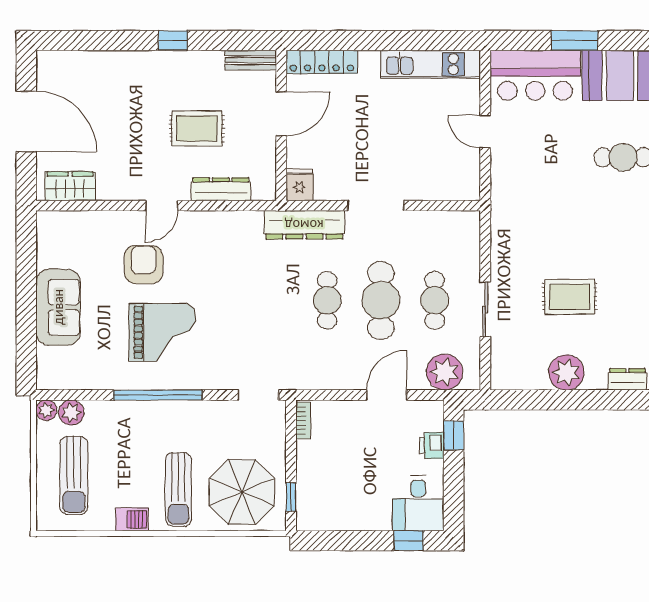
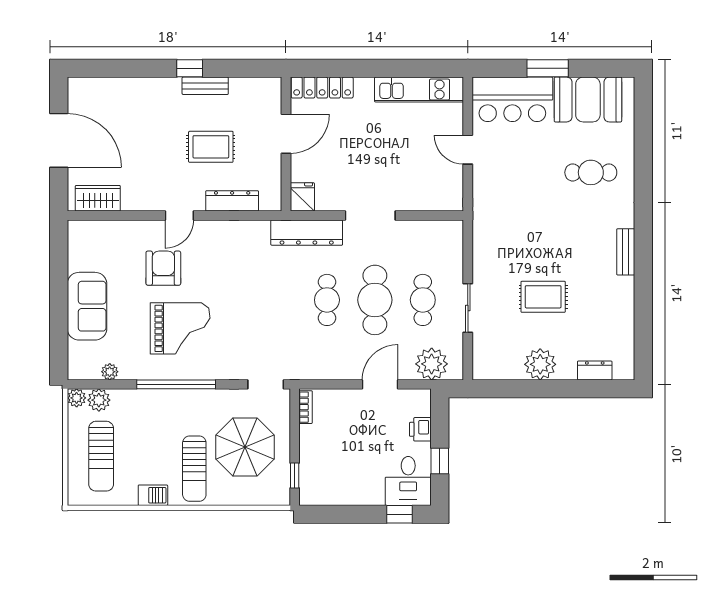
bench: (251, 60) -> (205, 86), moved
plant: (83, 381) -> (110, 372), added
window: (454, 435) -> (440, 461), moved
parasol: (242, 492) -> (245, 447), moved

